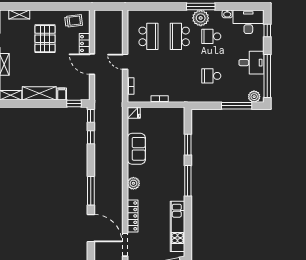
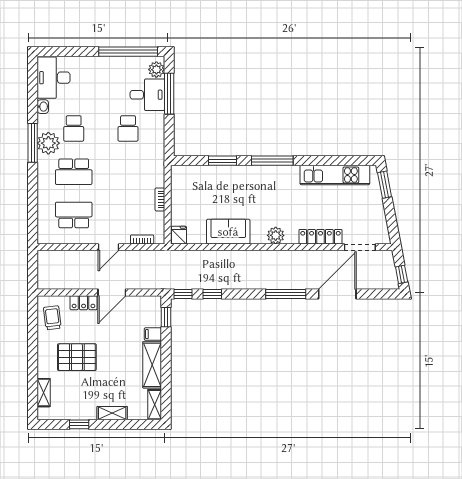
window: (267, 31) -> (66, 52), removed
desk: (251, 63) -> (147, 95), moved, turned 90

